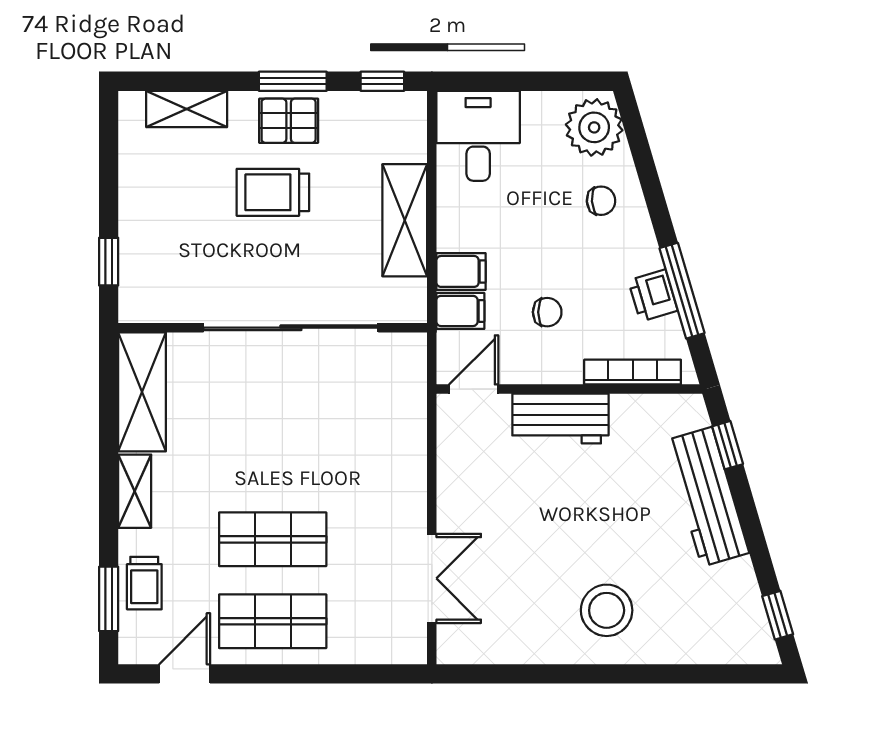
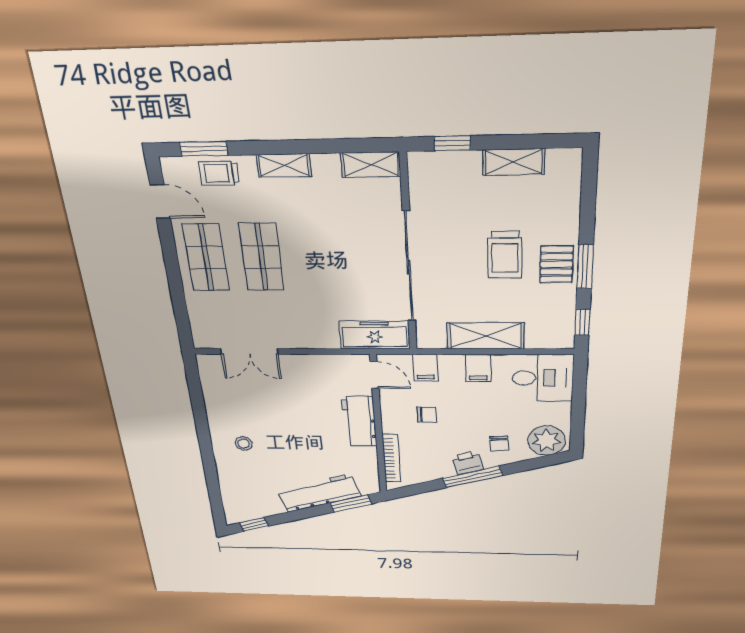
shelving: (187, 109) -> (514, 162), moved, turned 90
trolley: (273, 192) -> (505, 255), turned 180
filing cabinet: (461, 271) -> (478, 368), moved
window: (682, 291) -> (473, 477), moved
printer: (653, 295) -> (468, 463), moved
chair: (547, 312) -> (427, 415), turned -90
freezer: (403, 384) -> (375, 335), added
shelving: (142, 392) -> (371, 165), width x0.67, depth x0.75
window: (728, 445) -> (351, 503), width x1.50
stool: (607, 610) -> (244, 444), width x0.53, depth x0.53

